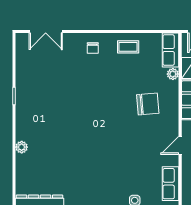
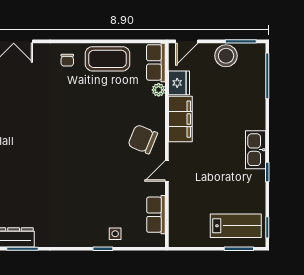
coffee table: (128, 47) -> (108, 59), width x1.86, depth x1.72
chair: (148, 104) -> (143, 139), moved, turned -153

